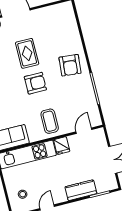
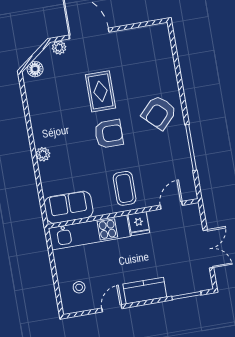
armchair: (70, 65) -> (159, 113), turned 39
kitchen counter: (81, 190) -> (145, 291), moved

